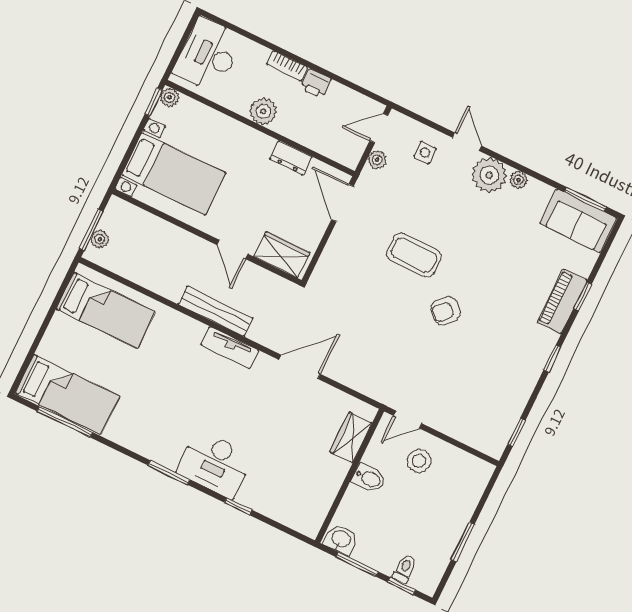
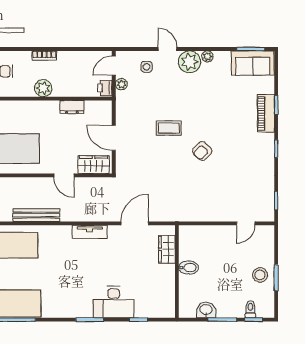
printer: (316, 84) -> (105, 88), moved, turned 90
door: (343, 203) -> (114, 138), moved
coffee table: (414, 255) -> (169, 128), width x0.73, depth x0.77
bench: (215, 311) -> (36, 215), moved
door: (408, 420) -> (246, 223), moved
wardrobe: (351, 437) -> (167, 249), moved
stool: (419, 461) -> (260, 275), moved
wall: (350, 476) -> (177, 272), moved
bidet: (369, 478) -> (189, 268), moved

